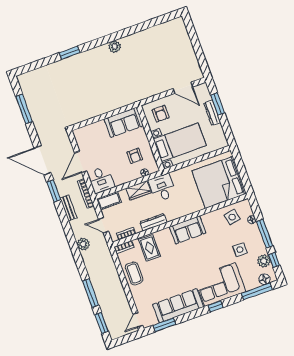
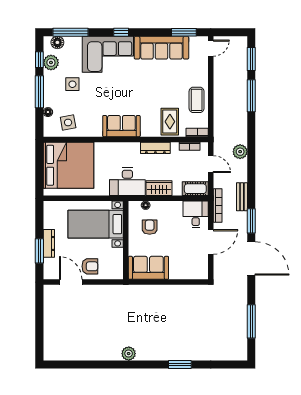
armchair: (161, 114) -> (90, 266), moved, turned 90
desk: (162, 188) -> (127, 182), width x1.37

